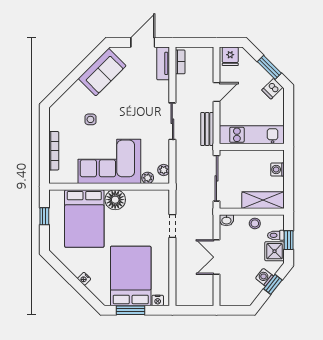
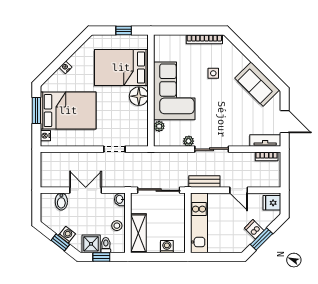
dishwasher: (272, 89) -> (254, 229), moved
bookcase: (54, 151) -> (204, 39), moved
plant: (164, 170) -> (189, 141), moved
bidet: (229, 283) -> (61, 201), added

